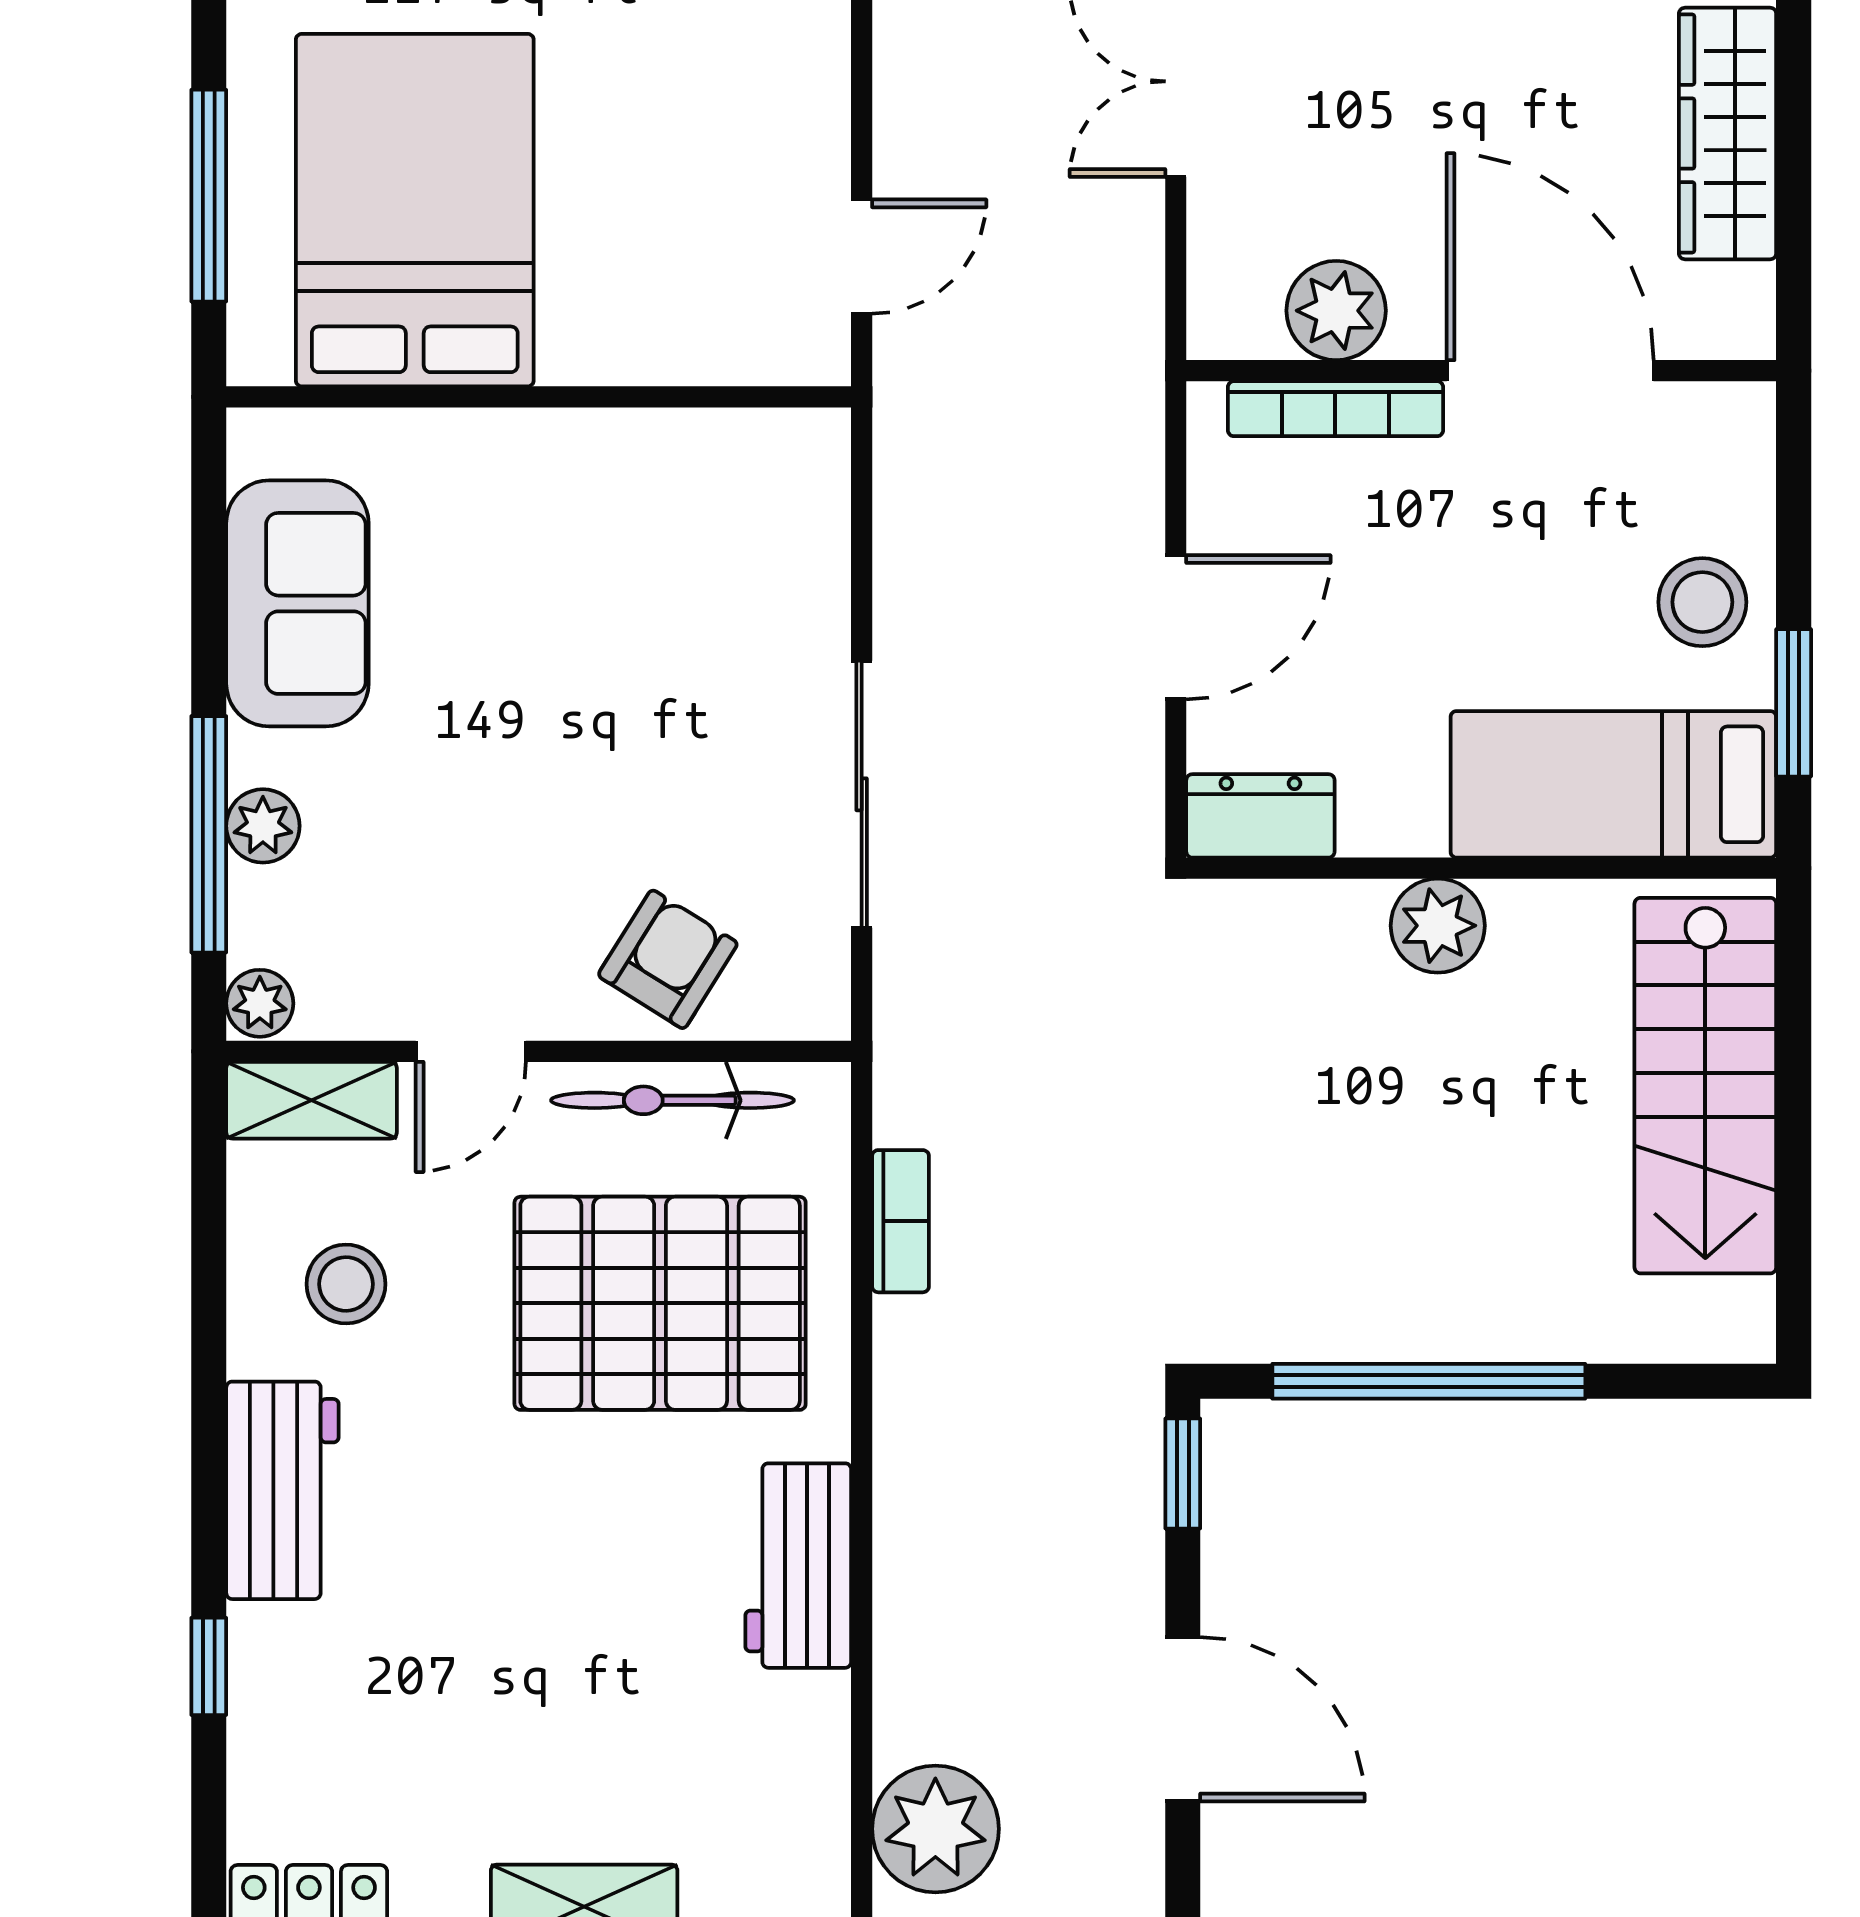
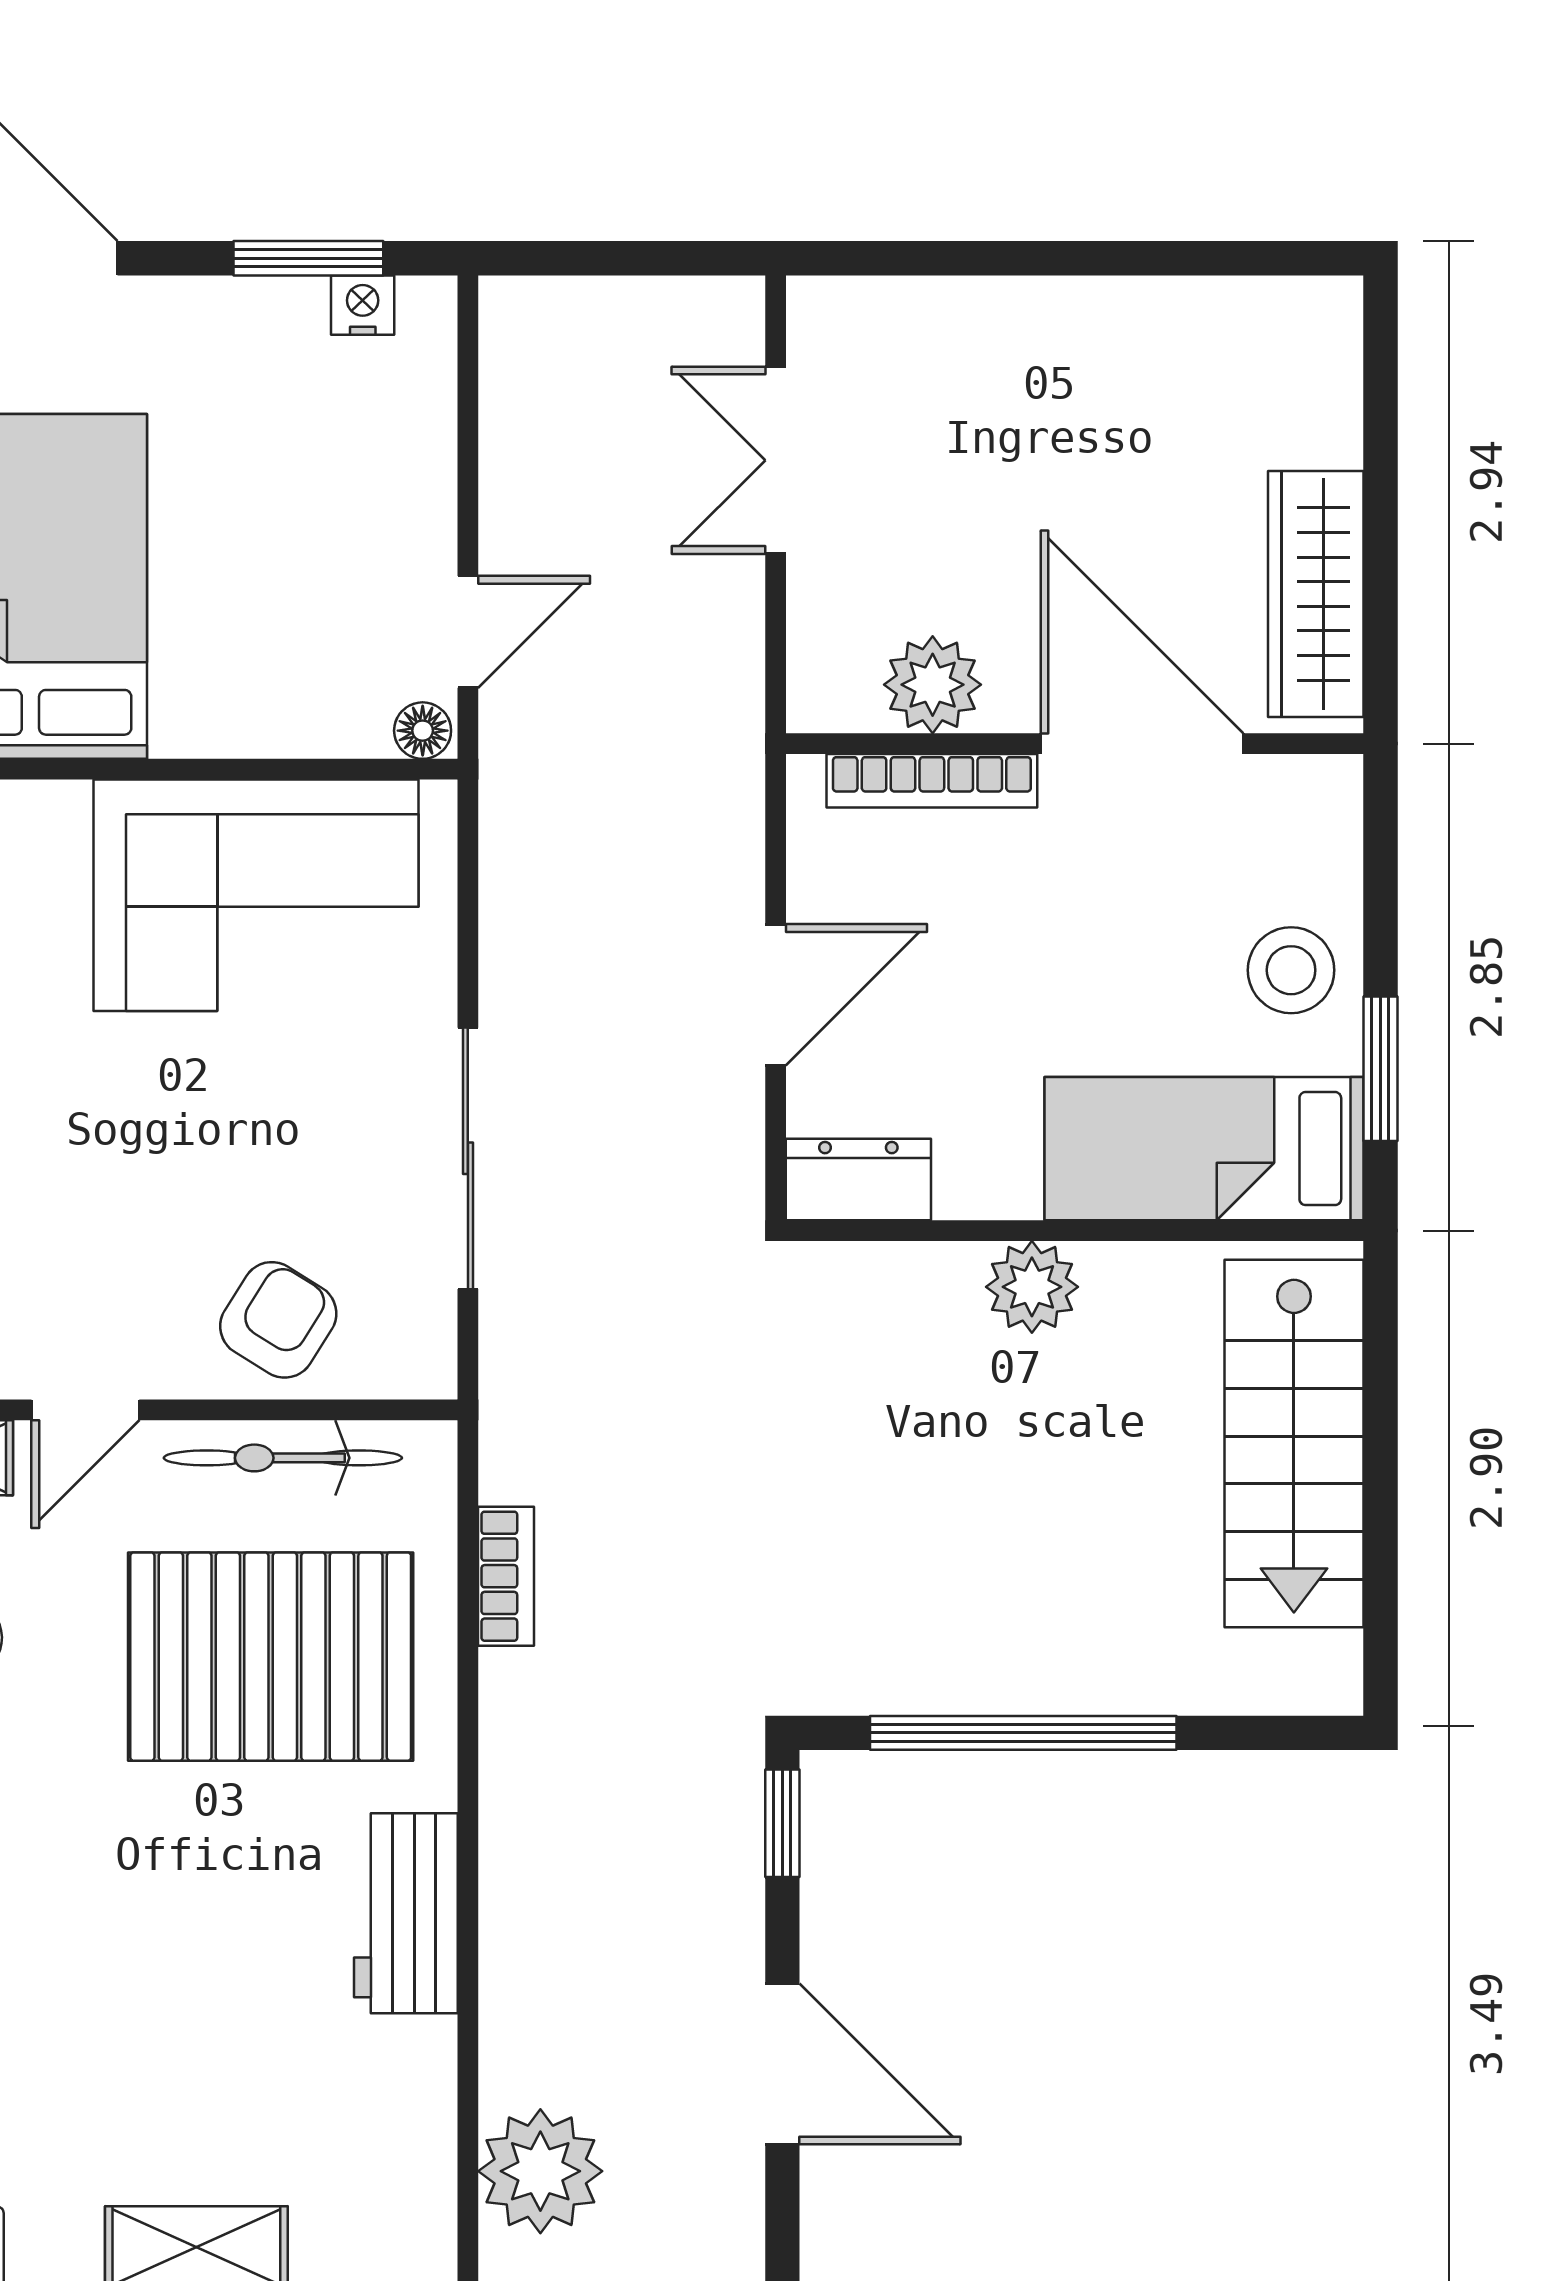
wardrobe: (1728, 133) -> (1316, 594), moved
floor lamp: (815, 357) -> (423, 731), added
corner sofa: (645, 526) -> (256, 895), added

